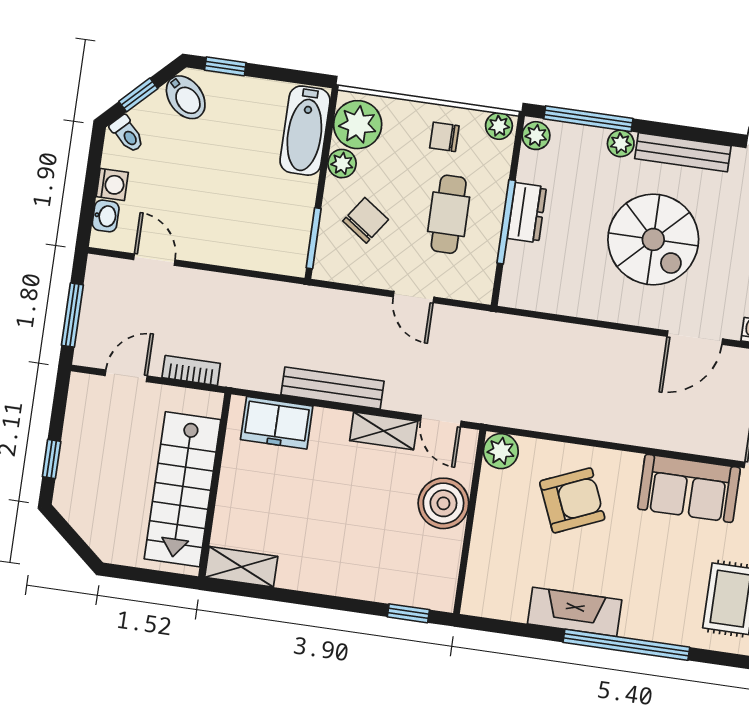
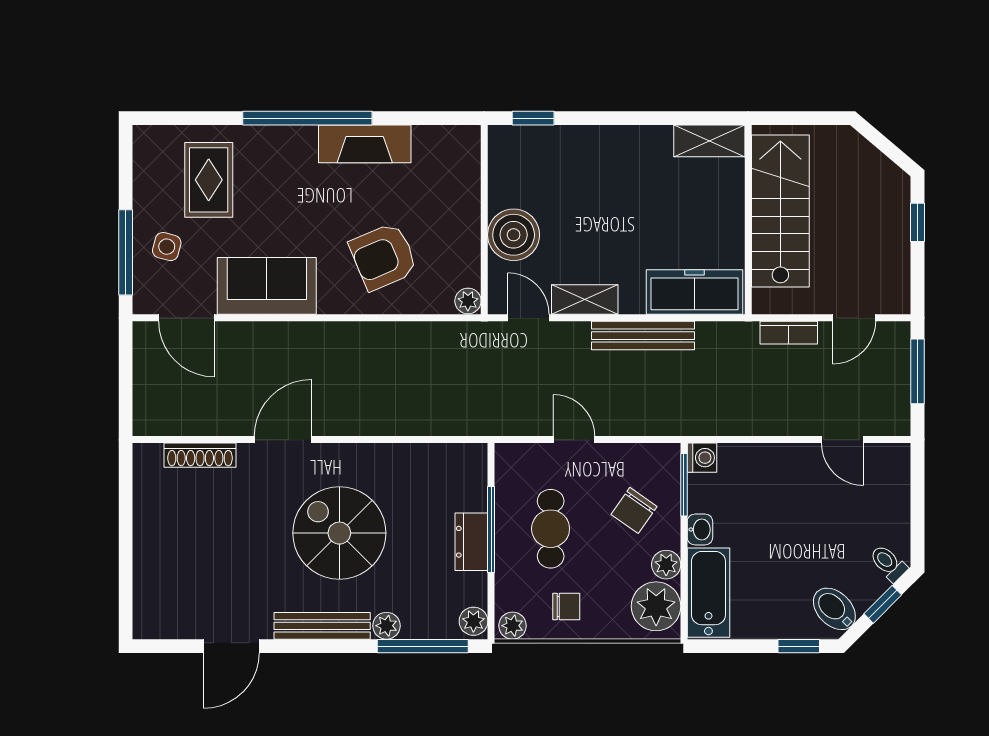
washing machine: (112, 184) -> (702, 458), moved, turned 180
washbasin: (106, 216) -> (700, 529), moved, turned 180
freezer: (277, 423) -> (694, 292), width x1.40
plant: (501, 451) -> (468, 301), width x0.73, depth x0.73

